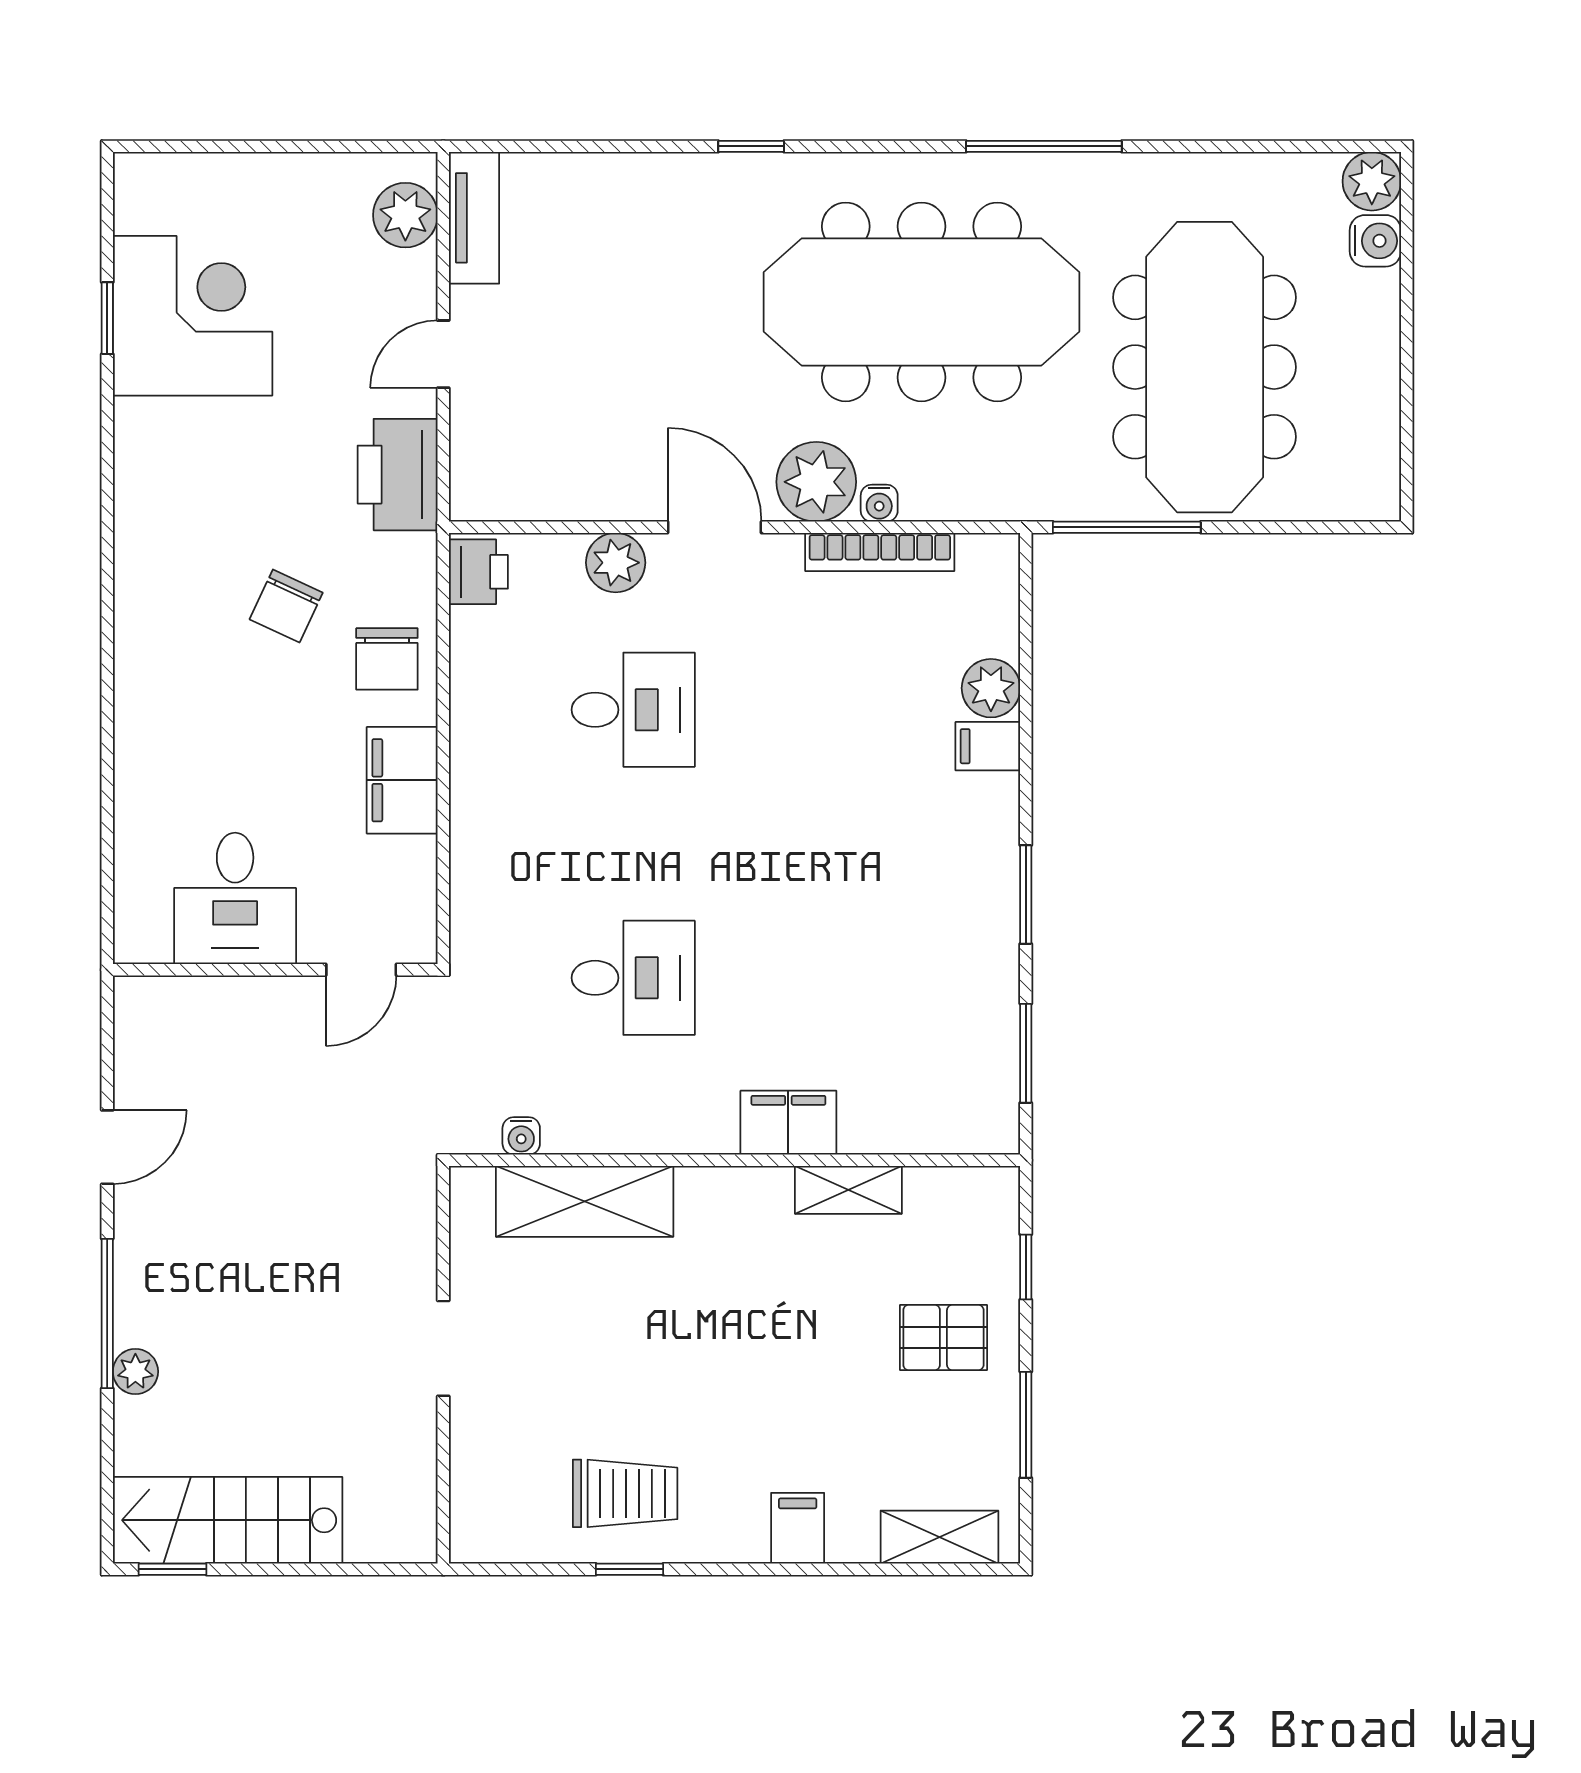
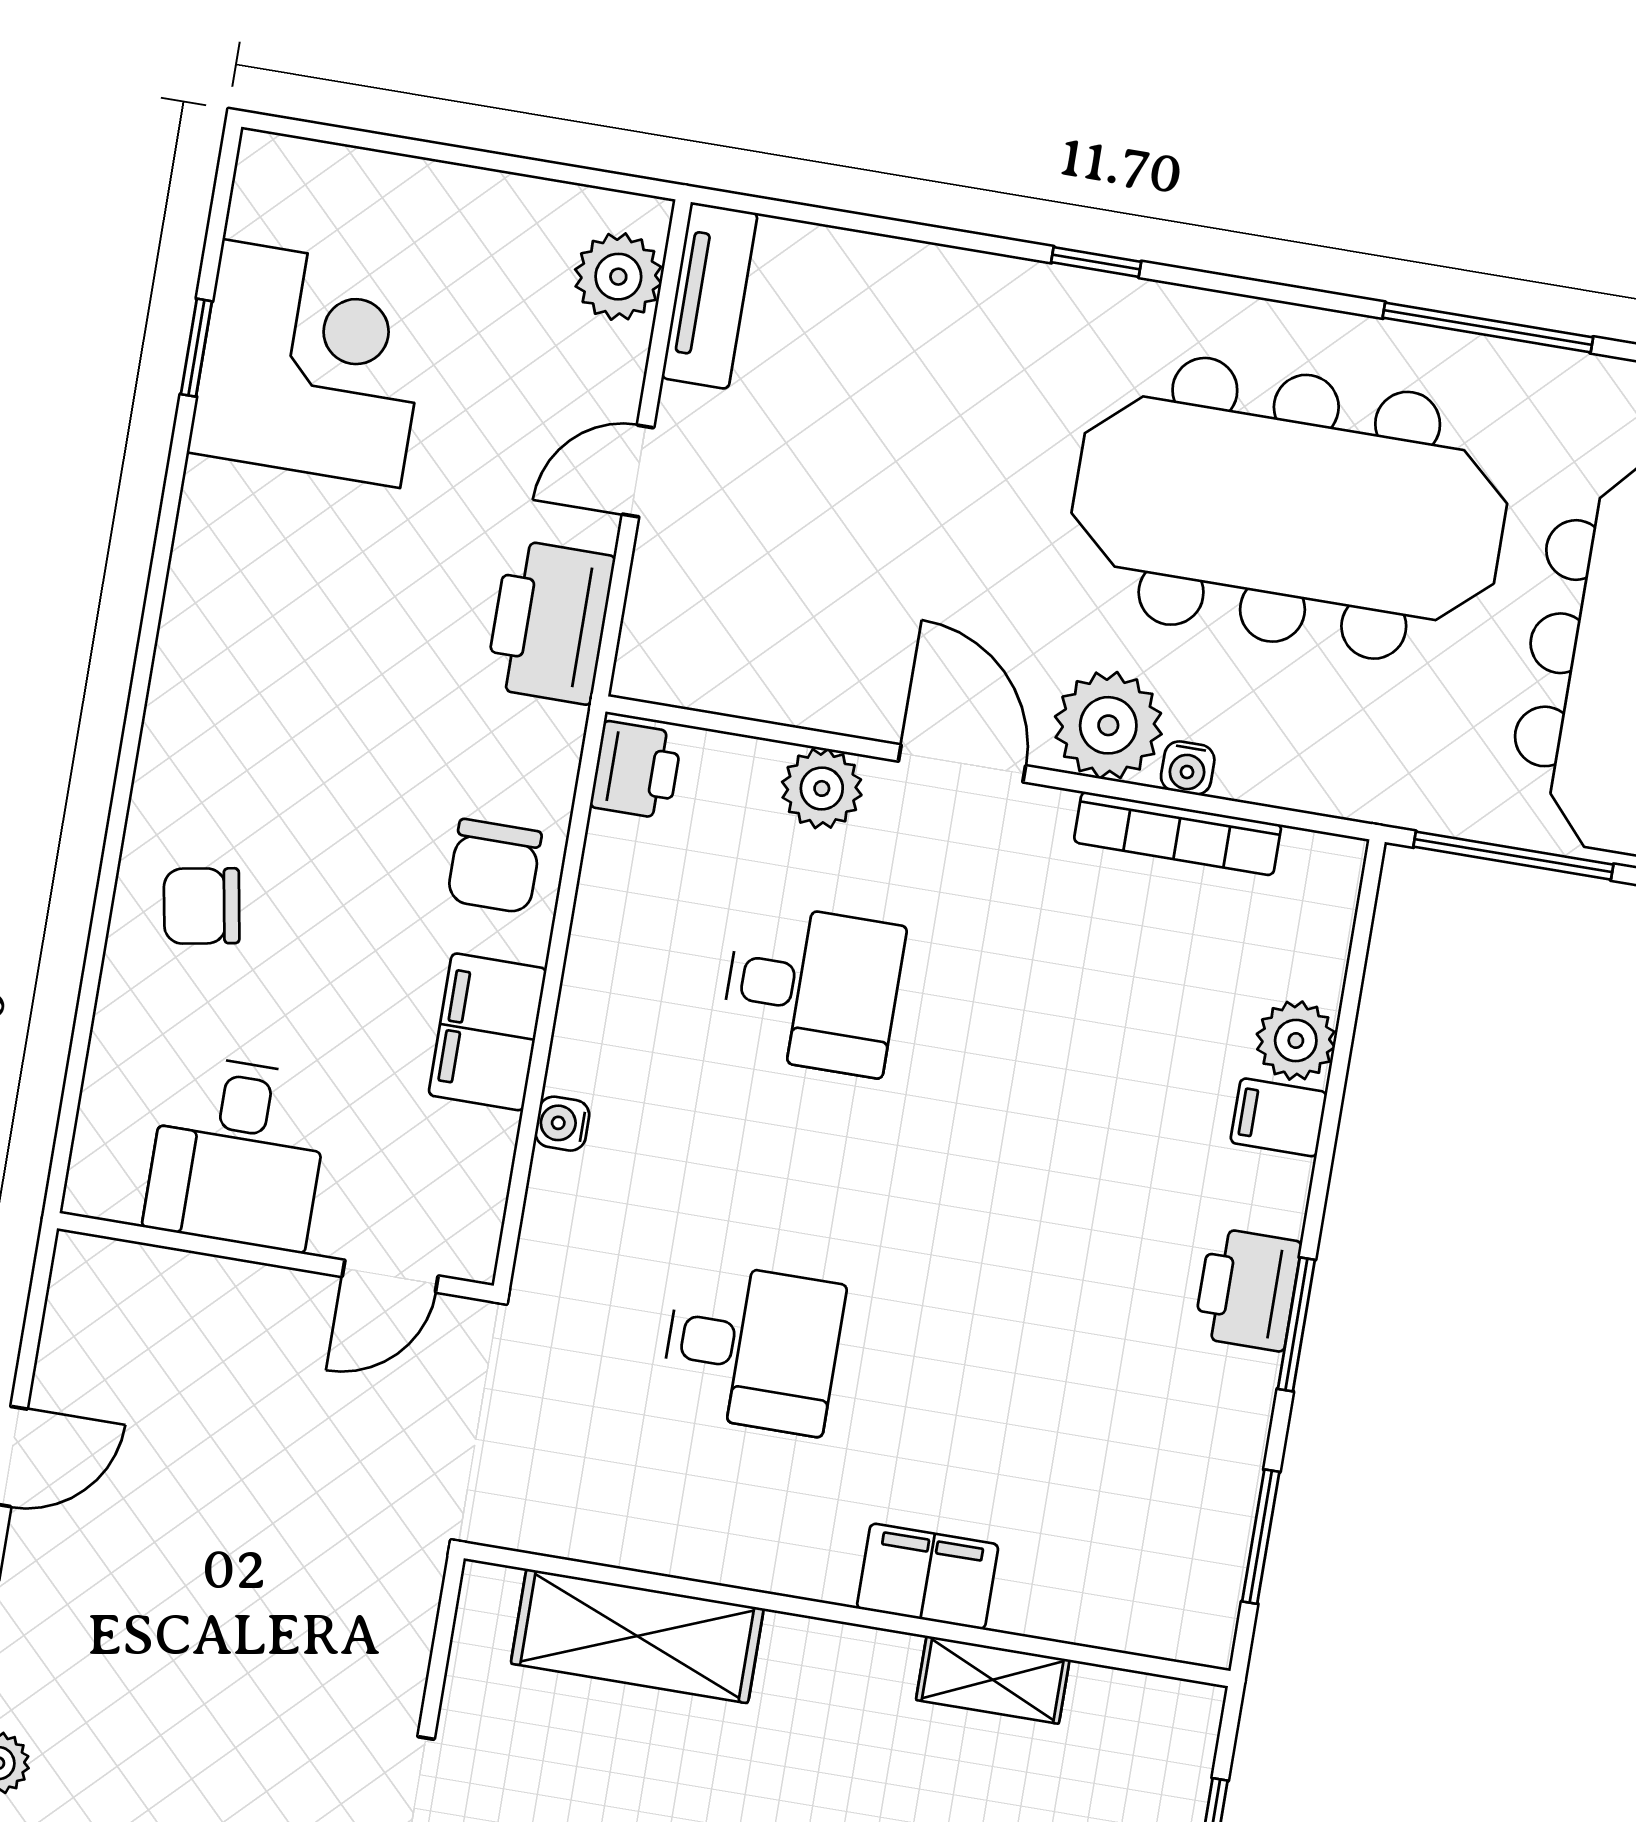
chair: (286, 606) -> (202, 906), moved, turned 55
printer: (986, 875) -> (1247, 1290), added
water cooler: (521, 1136) -> (562, 1124), moved, turned 90

